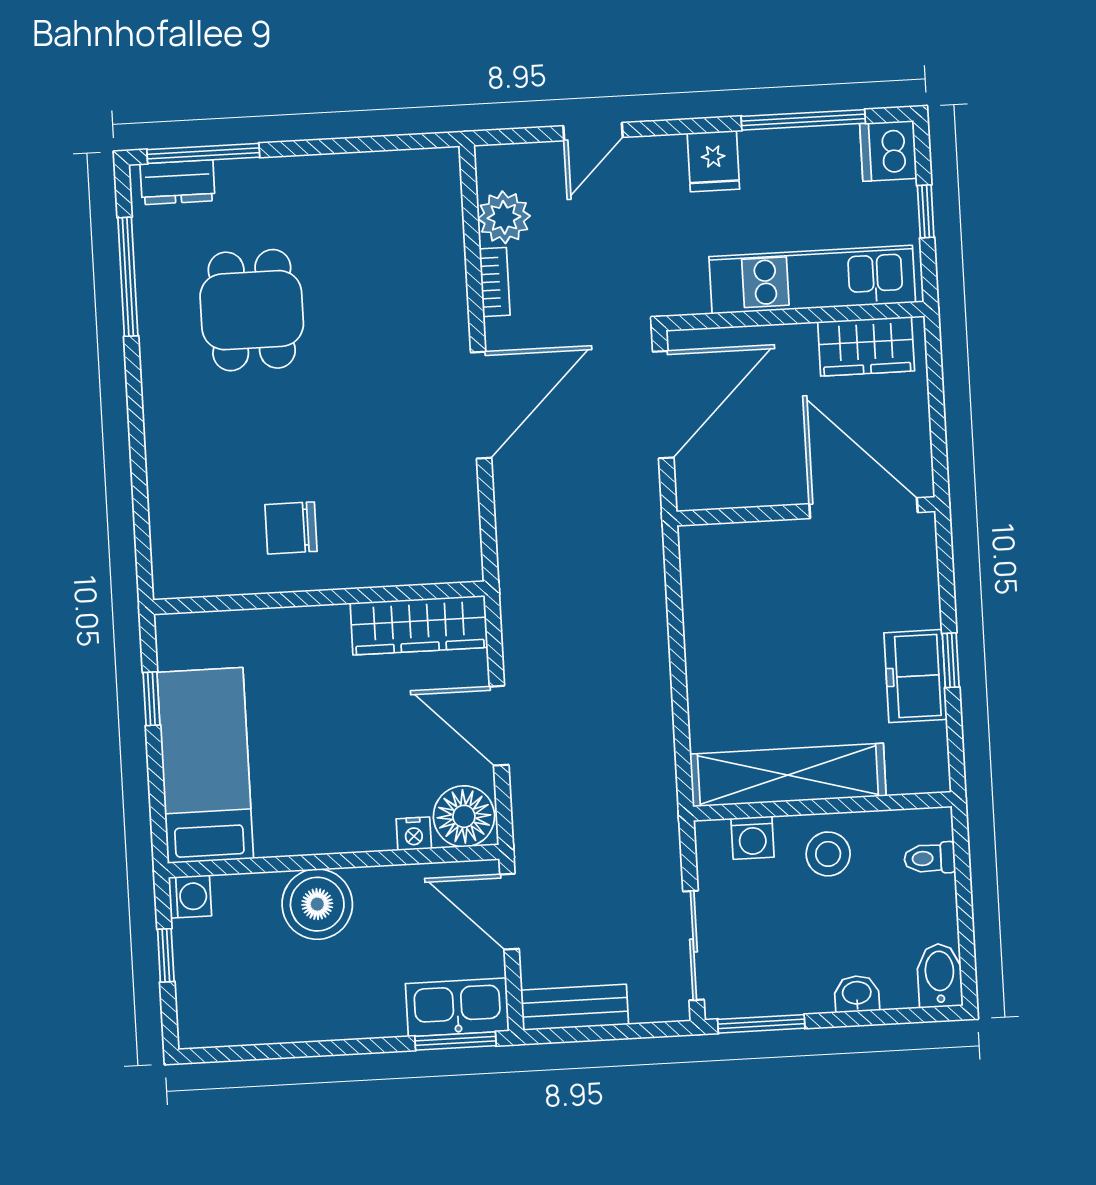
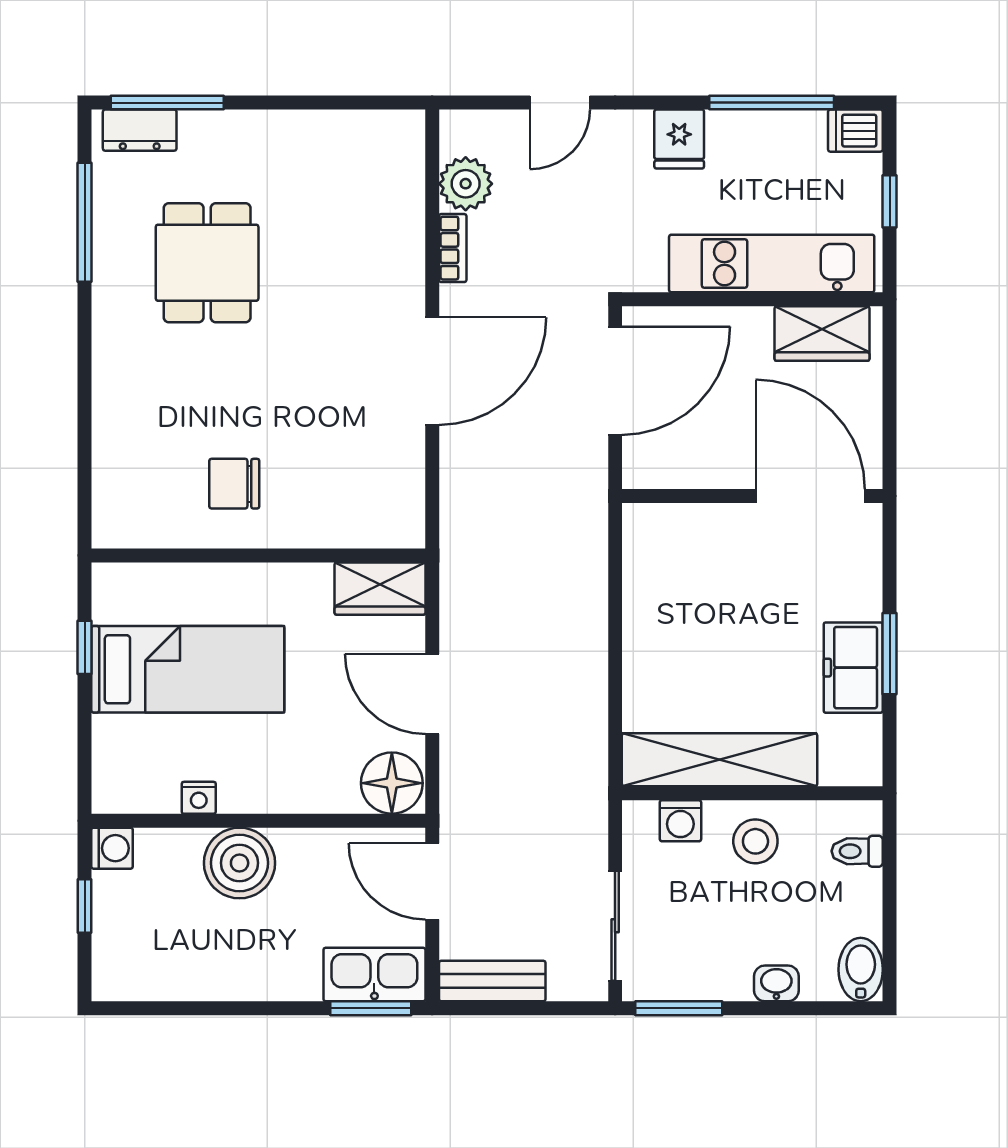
dishwasher: (888, 151) -> (855, 131), width x0.73
wardrobe: (419, 625) -> (380, 589), width x0.67
window: (951, 660) -> (890, 654), width x1.50
bed: (205, 766) -> (188, 669), moved, turned 90
nightstand: (414, 834) -> (199, 798), moved

